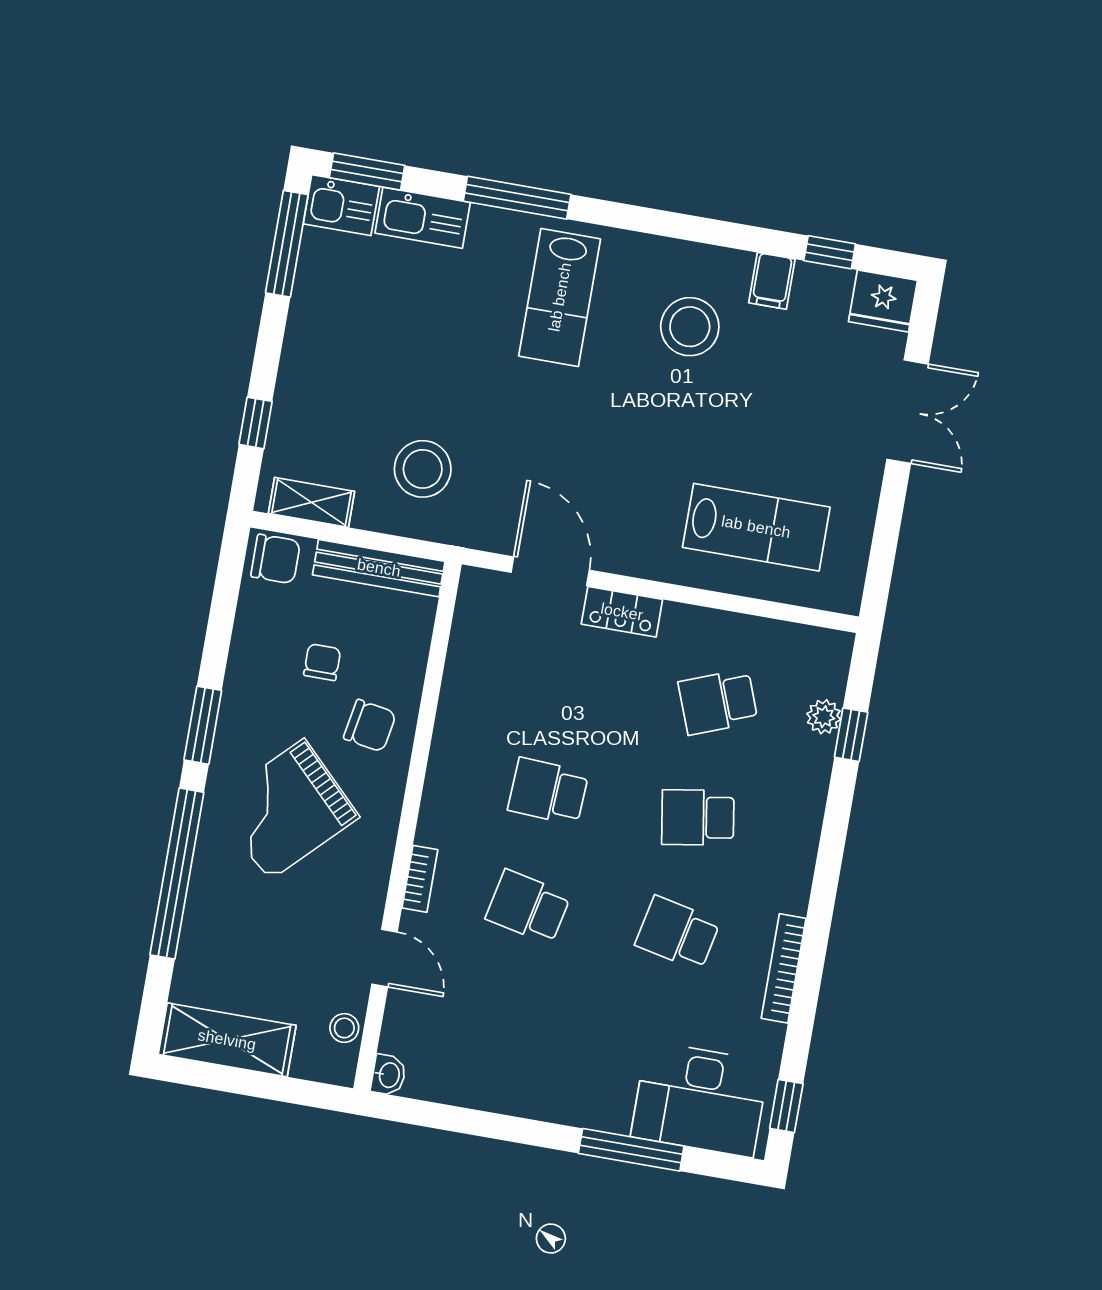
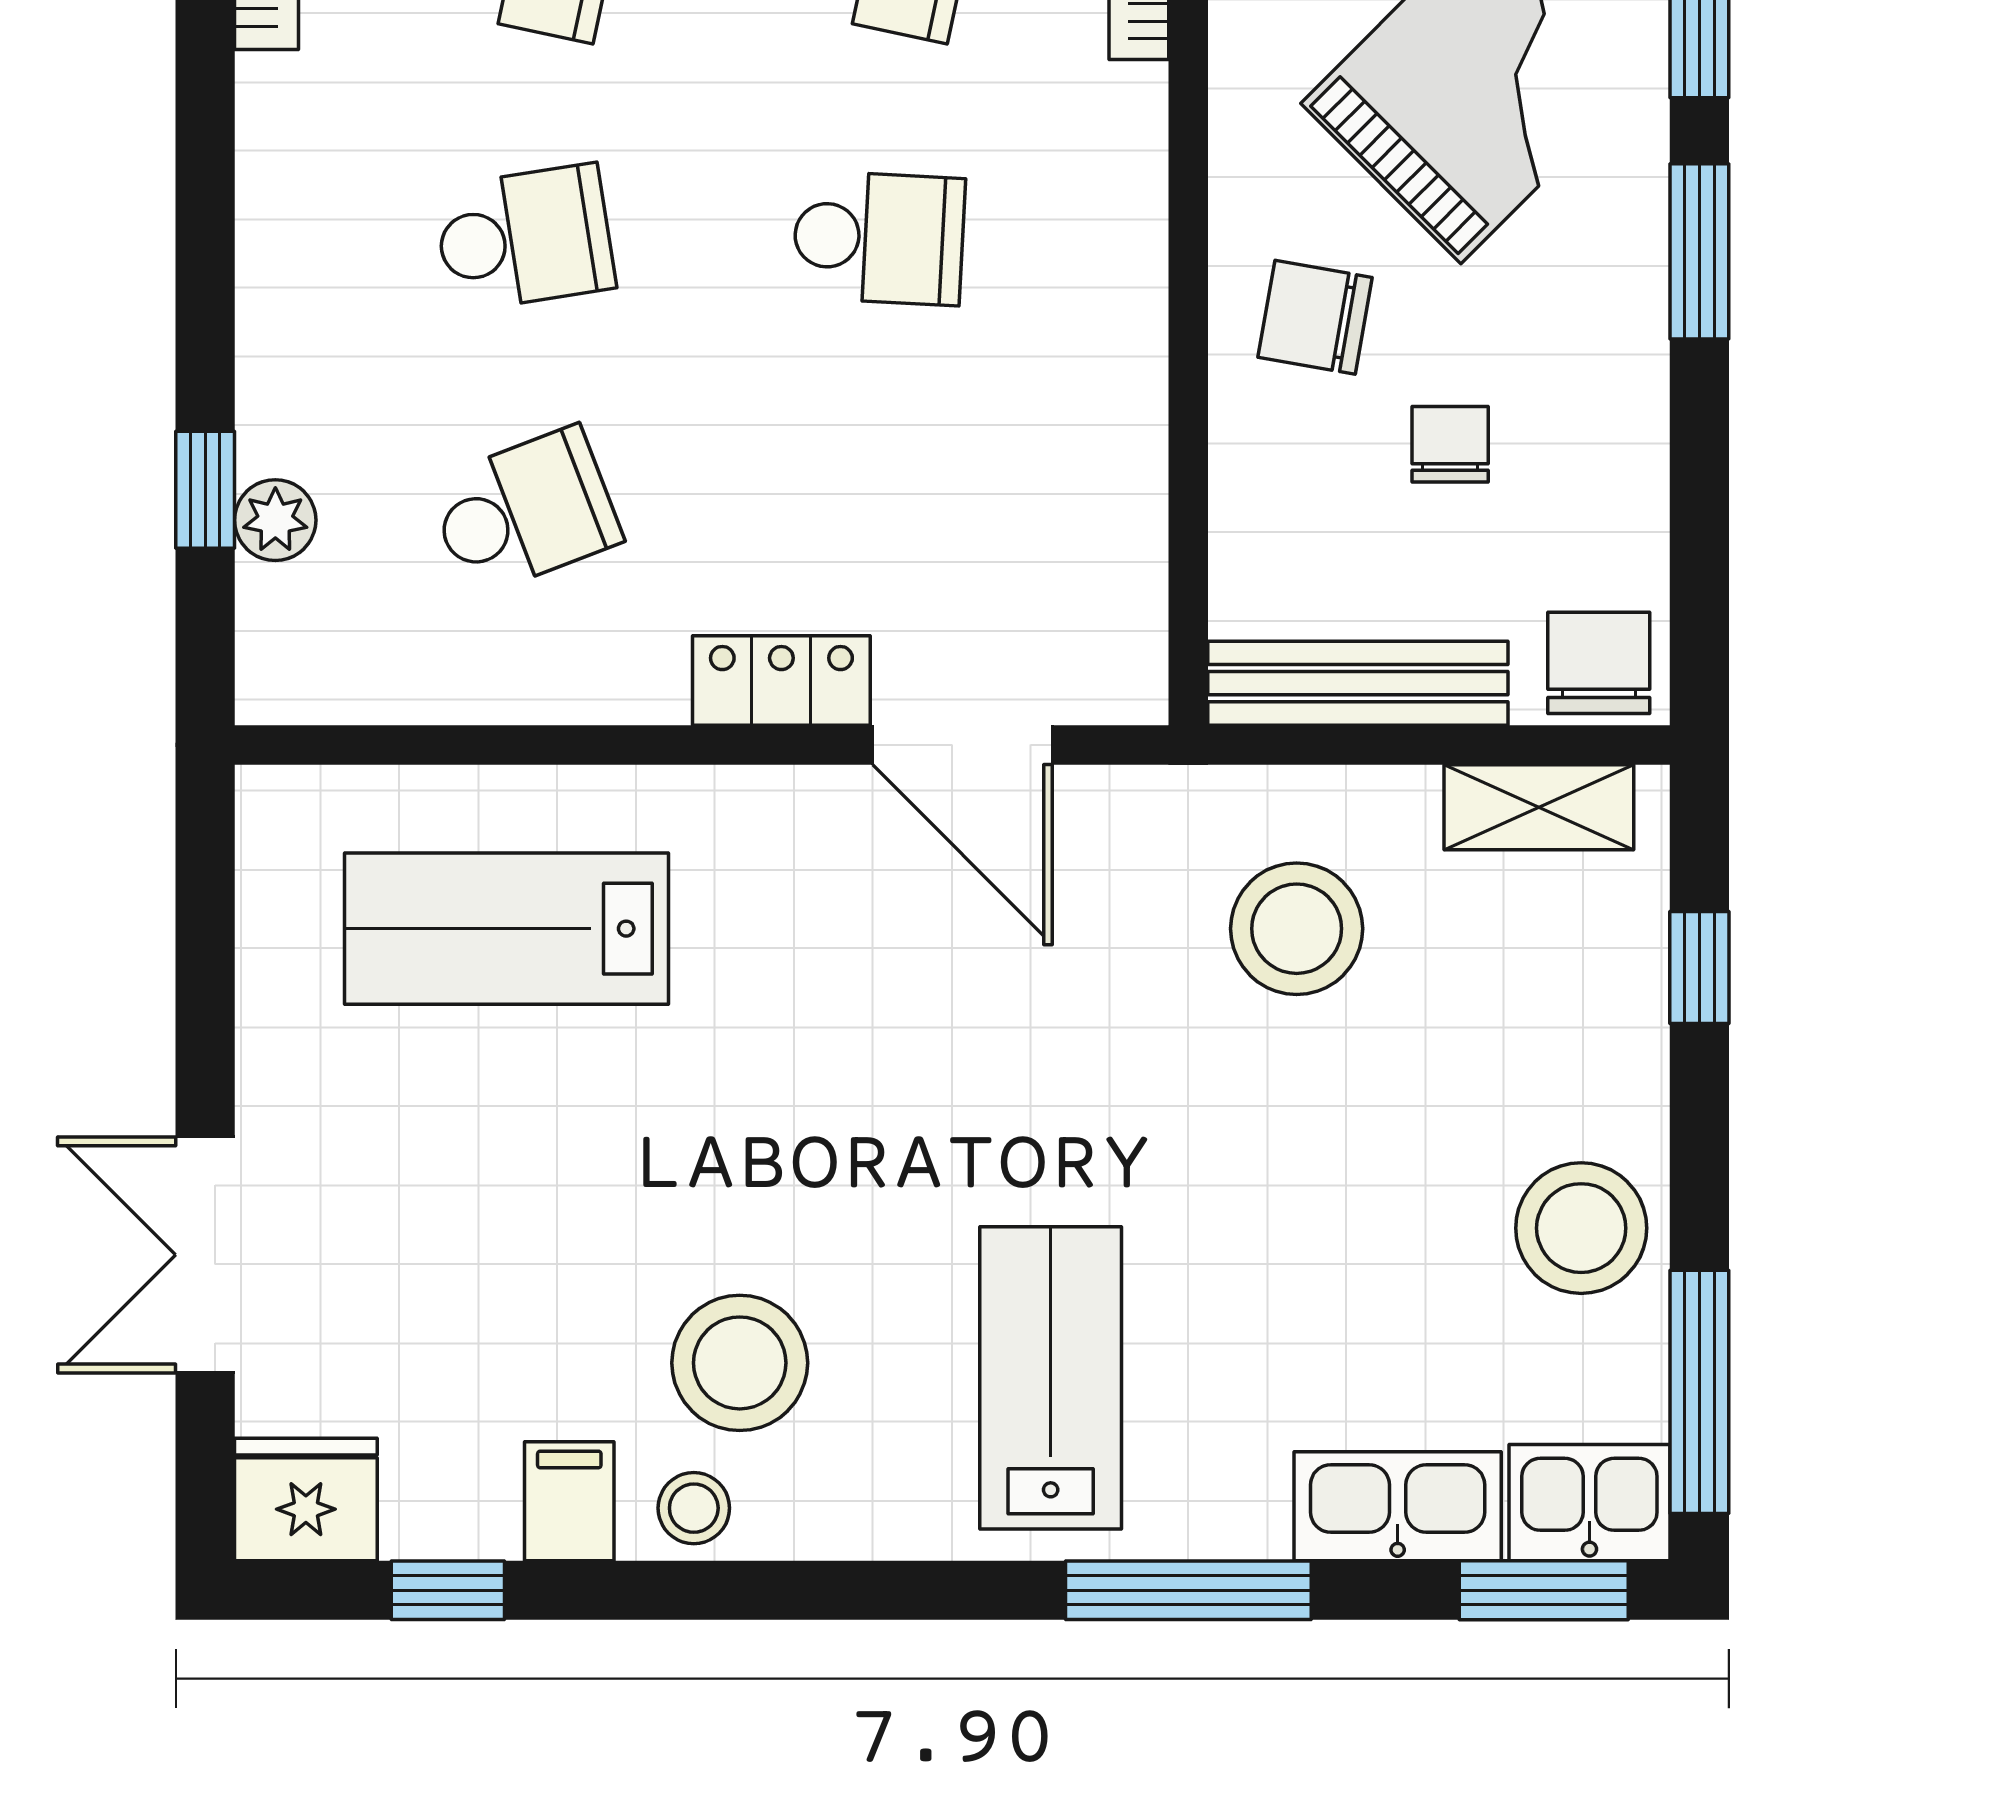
stool: (720, 269) -> (694, 1508), added
stool: (325, 322) -> (1581, 1228), added
chair: (276, 559) -> (1599, 663), turned 90
chair: (322, 662) -> (1450, 444), turned 180

